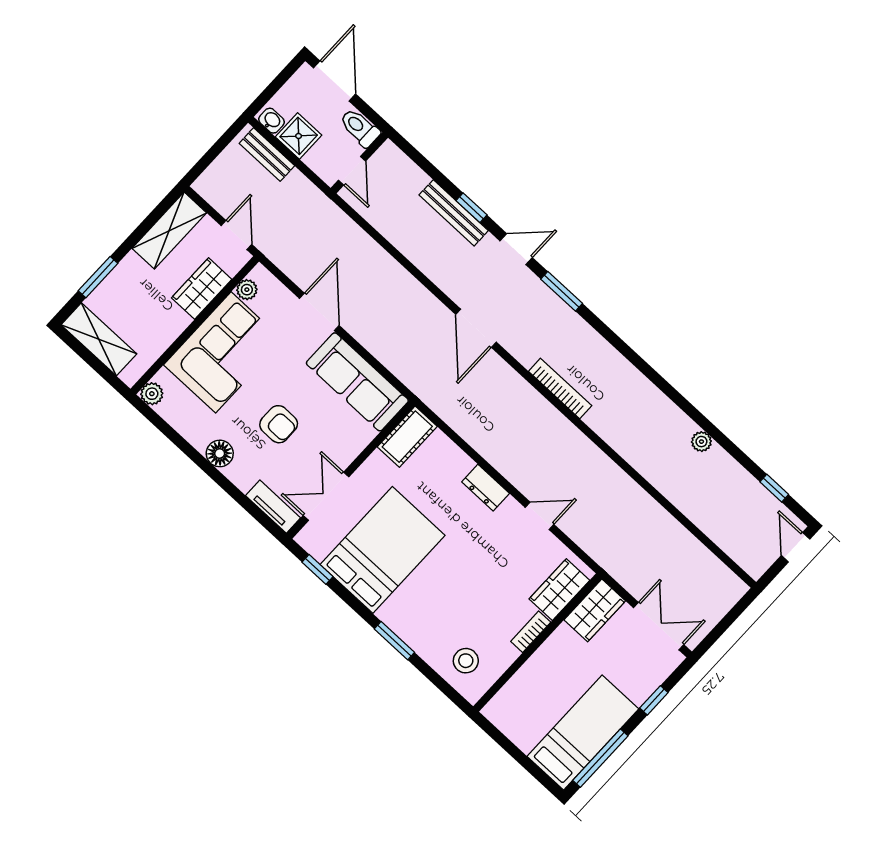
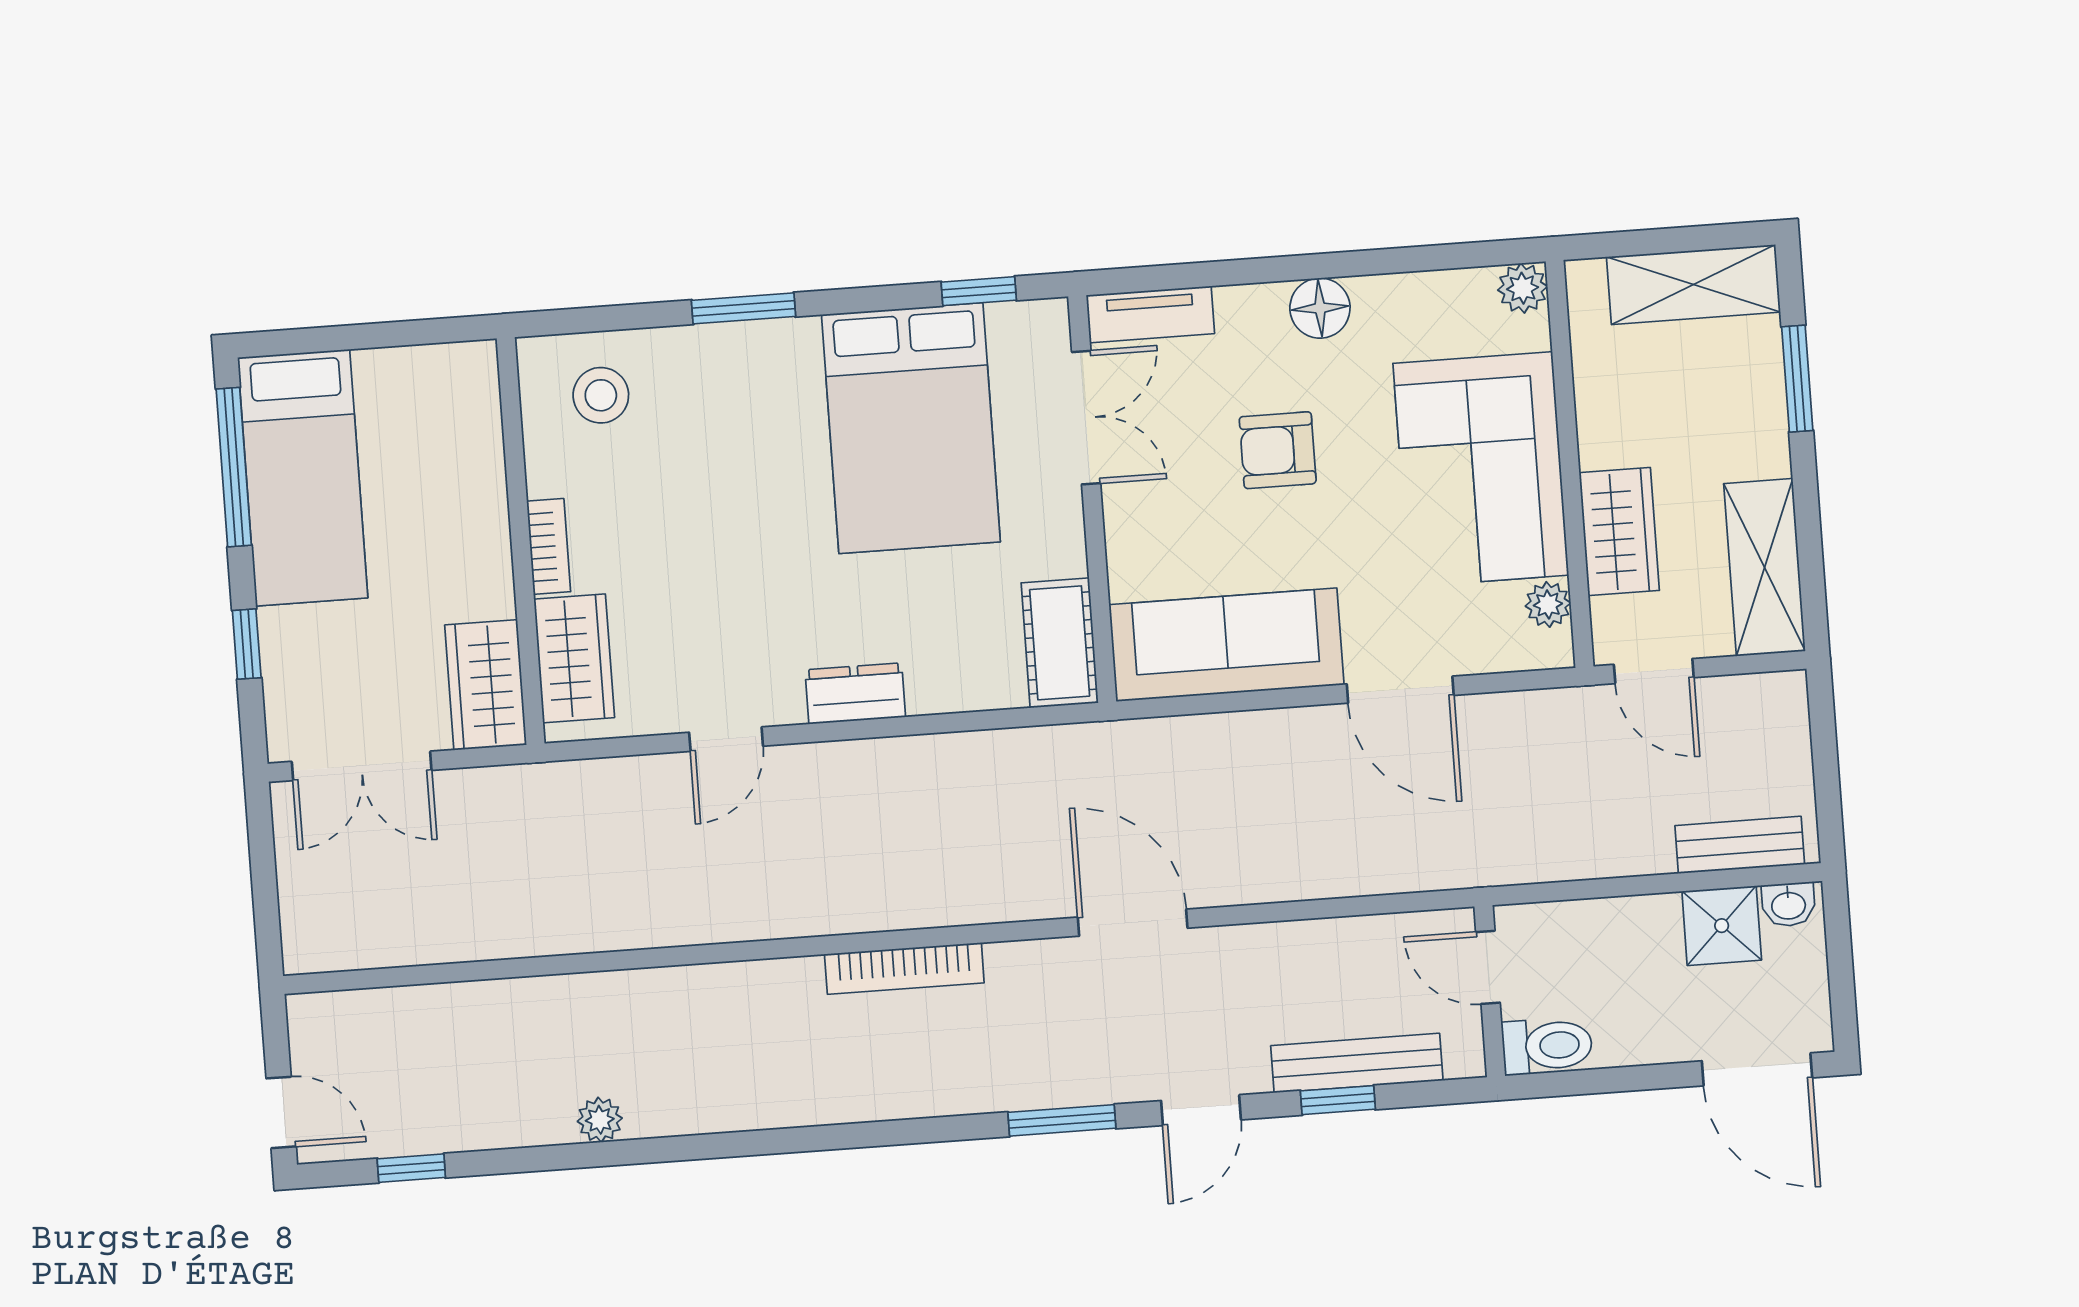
toilet: (360, 128) -> (1547, 1046), moved
wall: (359, 163) -> (1490, 991), moved
door: (352, 171) -> (1488, 967), moved

